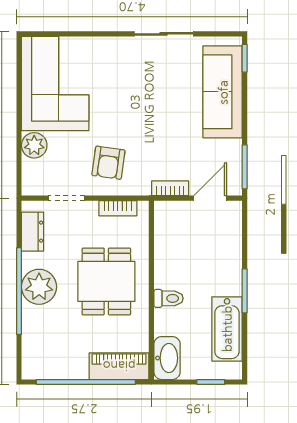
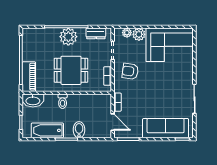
plant: (31, 169) -> (127, 33), added
bidet: (226, 265) -> (79, 130), added

